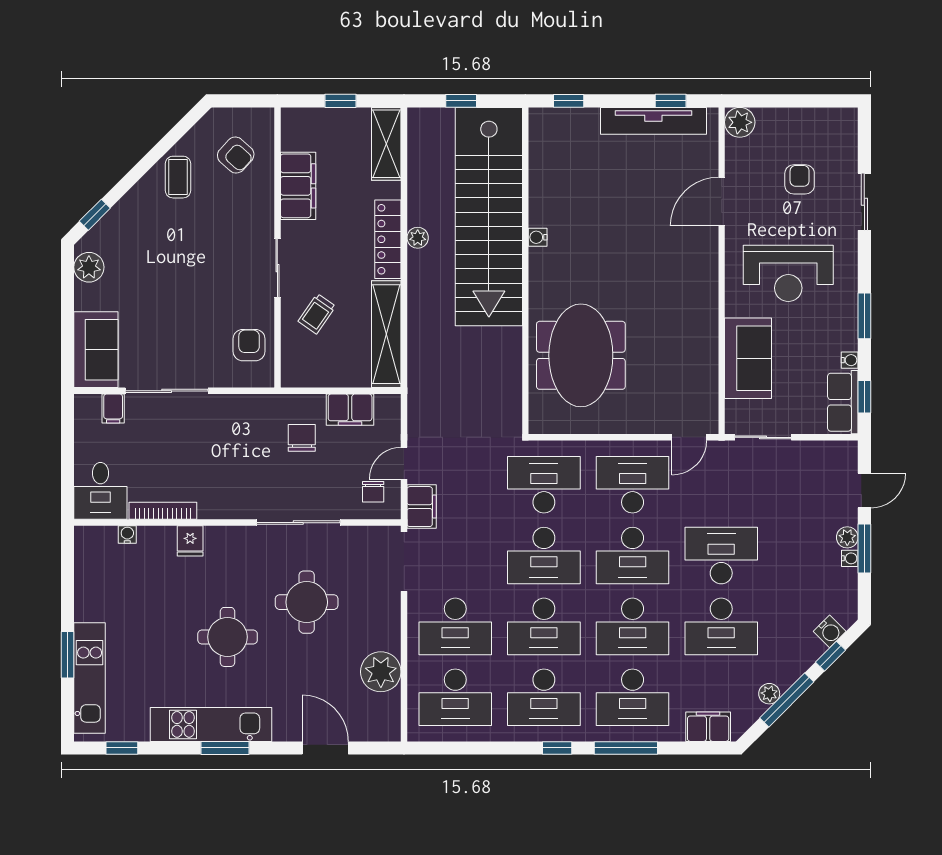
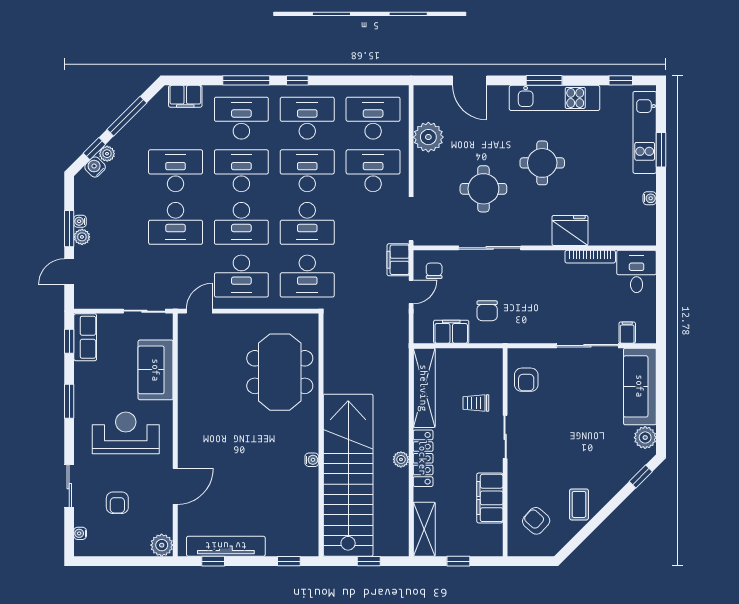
trolley: (317, 314) -> (476, 403), turned -125
sofa: (96, 350) -> (640, 386), width x1.36
water cooler: (850, 360) -> (80, 533), moved
water cooler: (127, 534) -> (650, 198), moved, turned -90
fridge: (190, 541) -> (570, 230), width x1.88, depth x1.34
desk: (544, 556) -> (307, 223), turned 180
desk: (633, 556) -> (241, 223), turned 180
plant: (769, 694) -> (107, 154), moved

